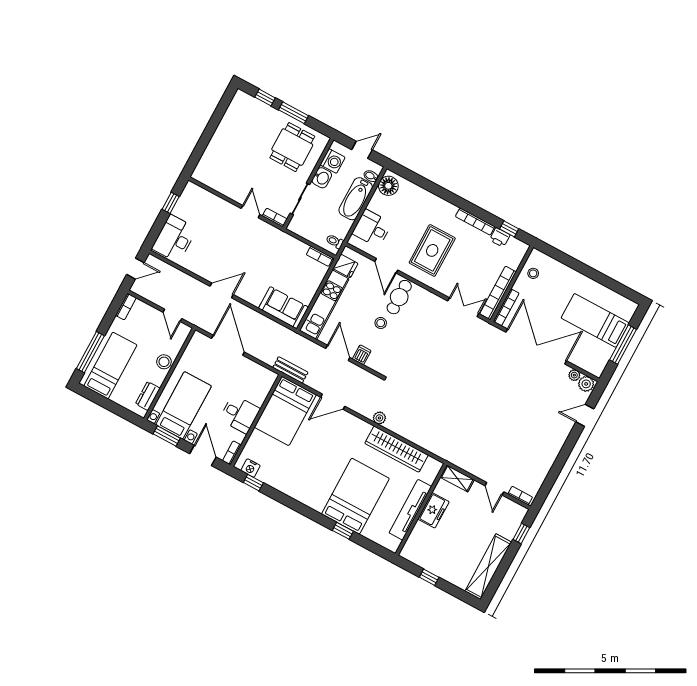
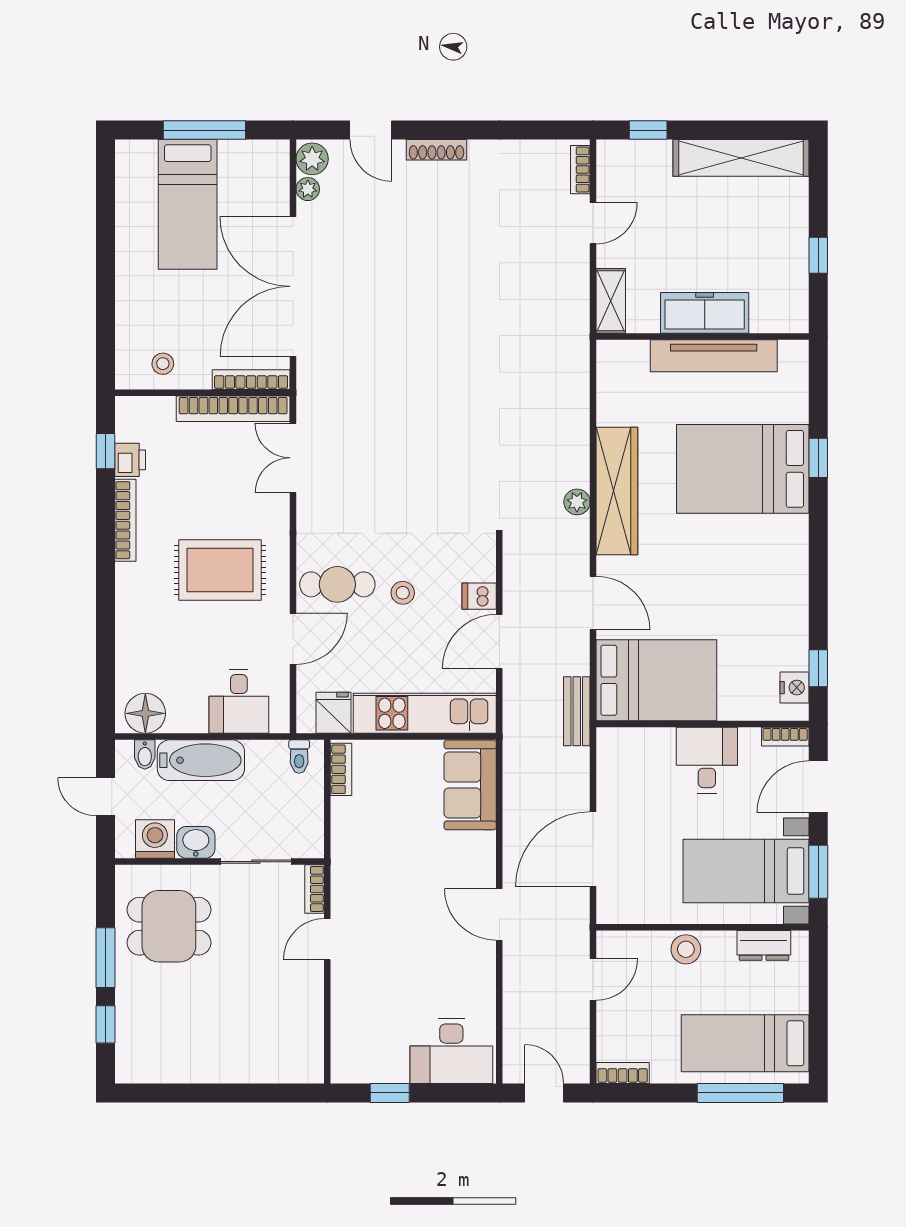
shoe rack: (561, 439) -> (437, 150), added
wardrobe: (397, 449) -> (617, 491), moved
freezer: (433, 510) -> (705, 313), width x1.40

